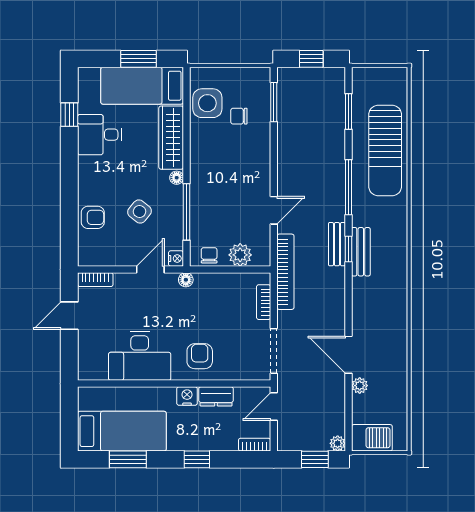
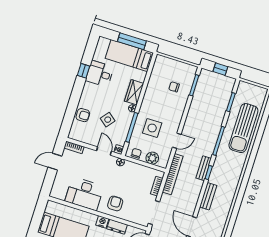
window: (138, 59) -> (132, 41), width x1.44
side table: (207, 103) -> (152, 128), moved
window: (69, 115) -> (84, 71), moved
wardrobe: (171, 138) -> (134, 92), width x0.67
bench: (361, 252) -> (208, 196), moved
door: (150, 269) -> (104, 151), hinge flipped

